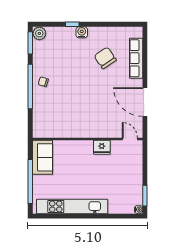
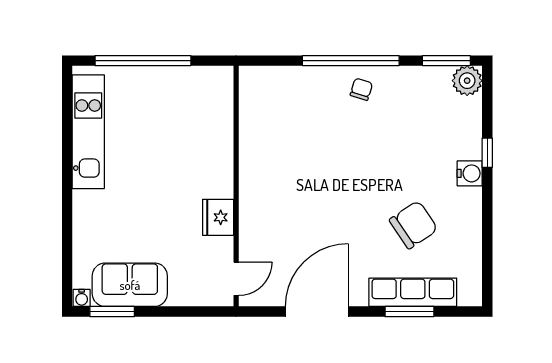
window: (145, 60) -> (409, 312), added
sofa: (42, 157) -> (130, 285), moved, turned 180
kitchen unit: (72, 206) -> (88, 132), width x0.73

